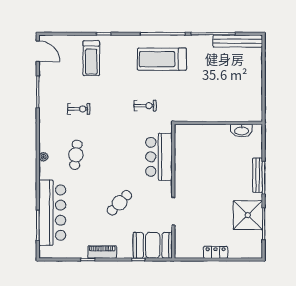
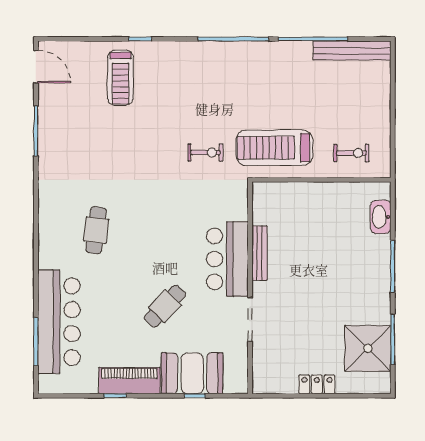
treadmill: (162, 59) -> (274, 148), moved
exercise bike: (79, 109) -> (351, 153), moved
washbasin: (242, 131) -> (381, 217), moved, turned 90
plant: (44, 157) -> (45, 233), removed
bar counter: (159, 157) -> (227, 259), moved
bench: (258, 175) -> (260, 253), moved
shower: (248, 215) -> (368, 348), moved
booth: (153, 245) -> (192, 373), moved
piano: (102, 252) -> (129, 381), width x1.37, depth x1.33

